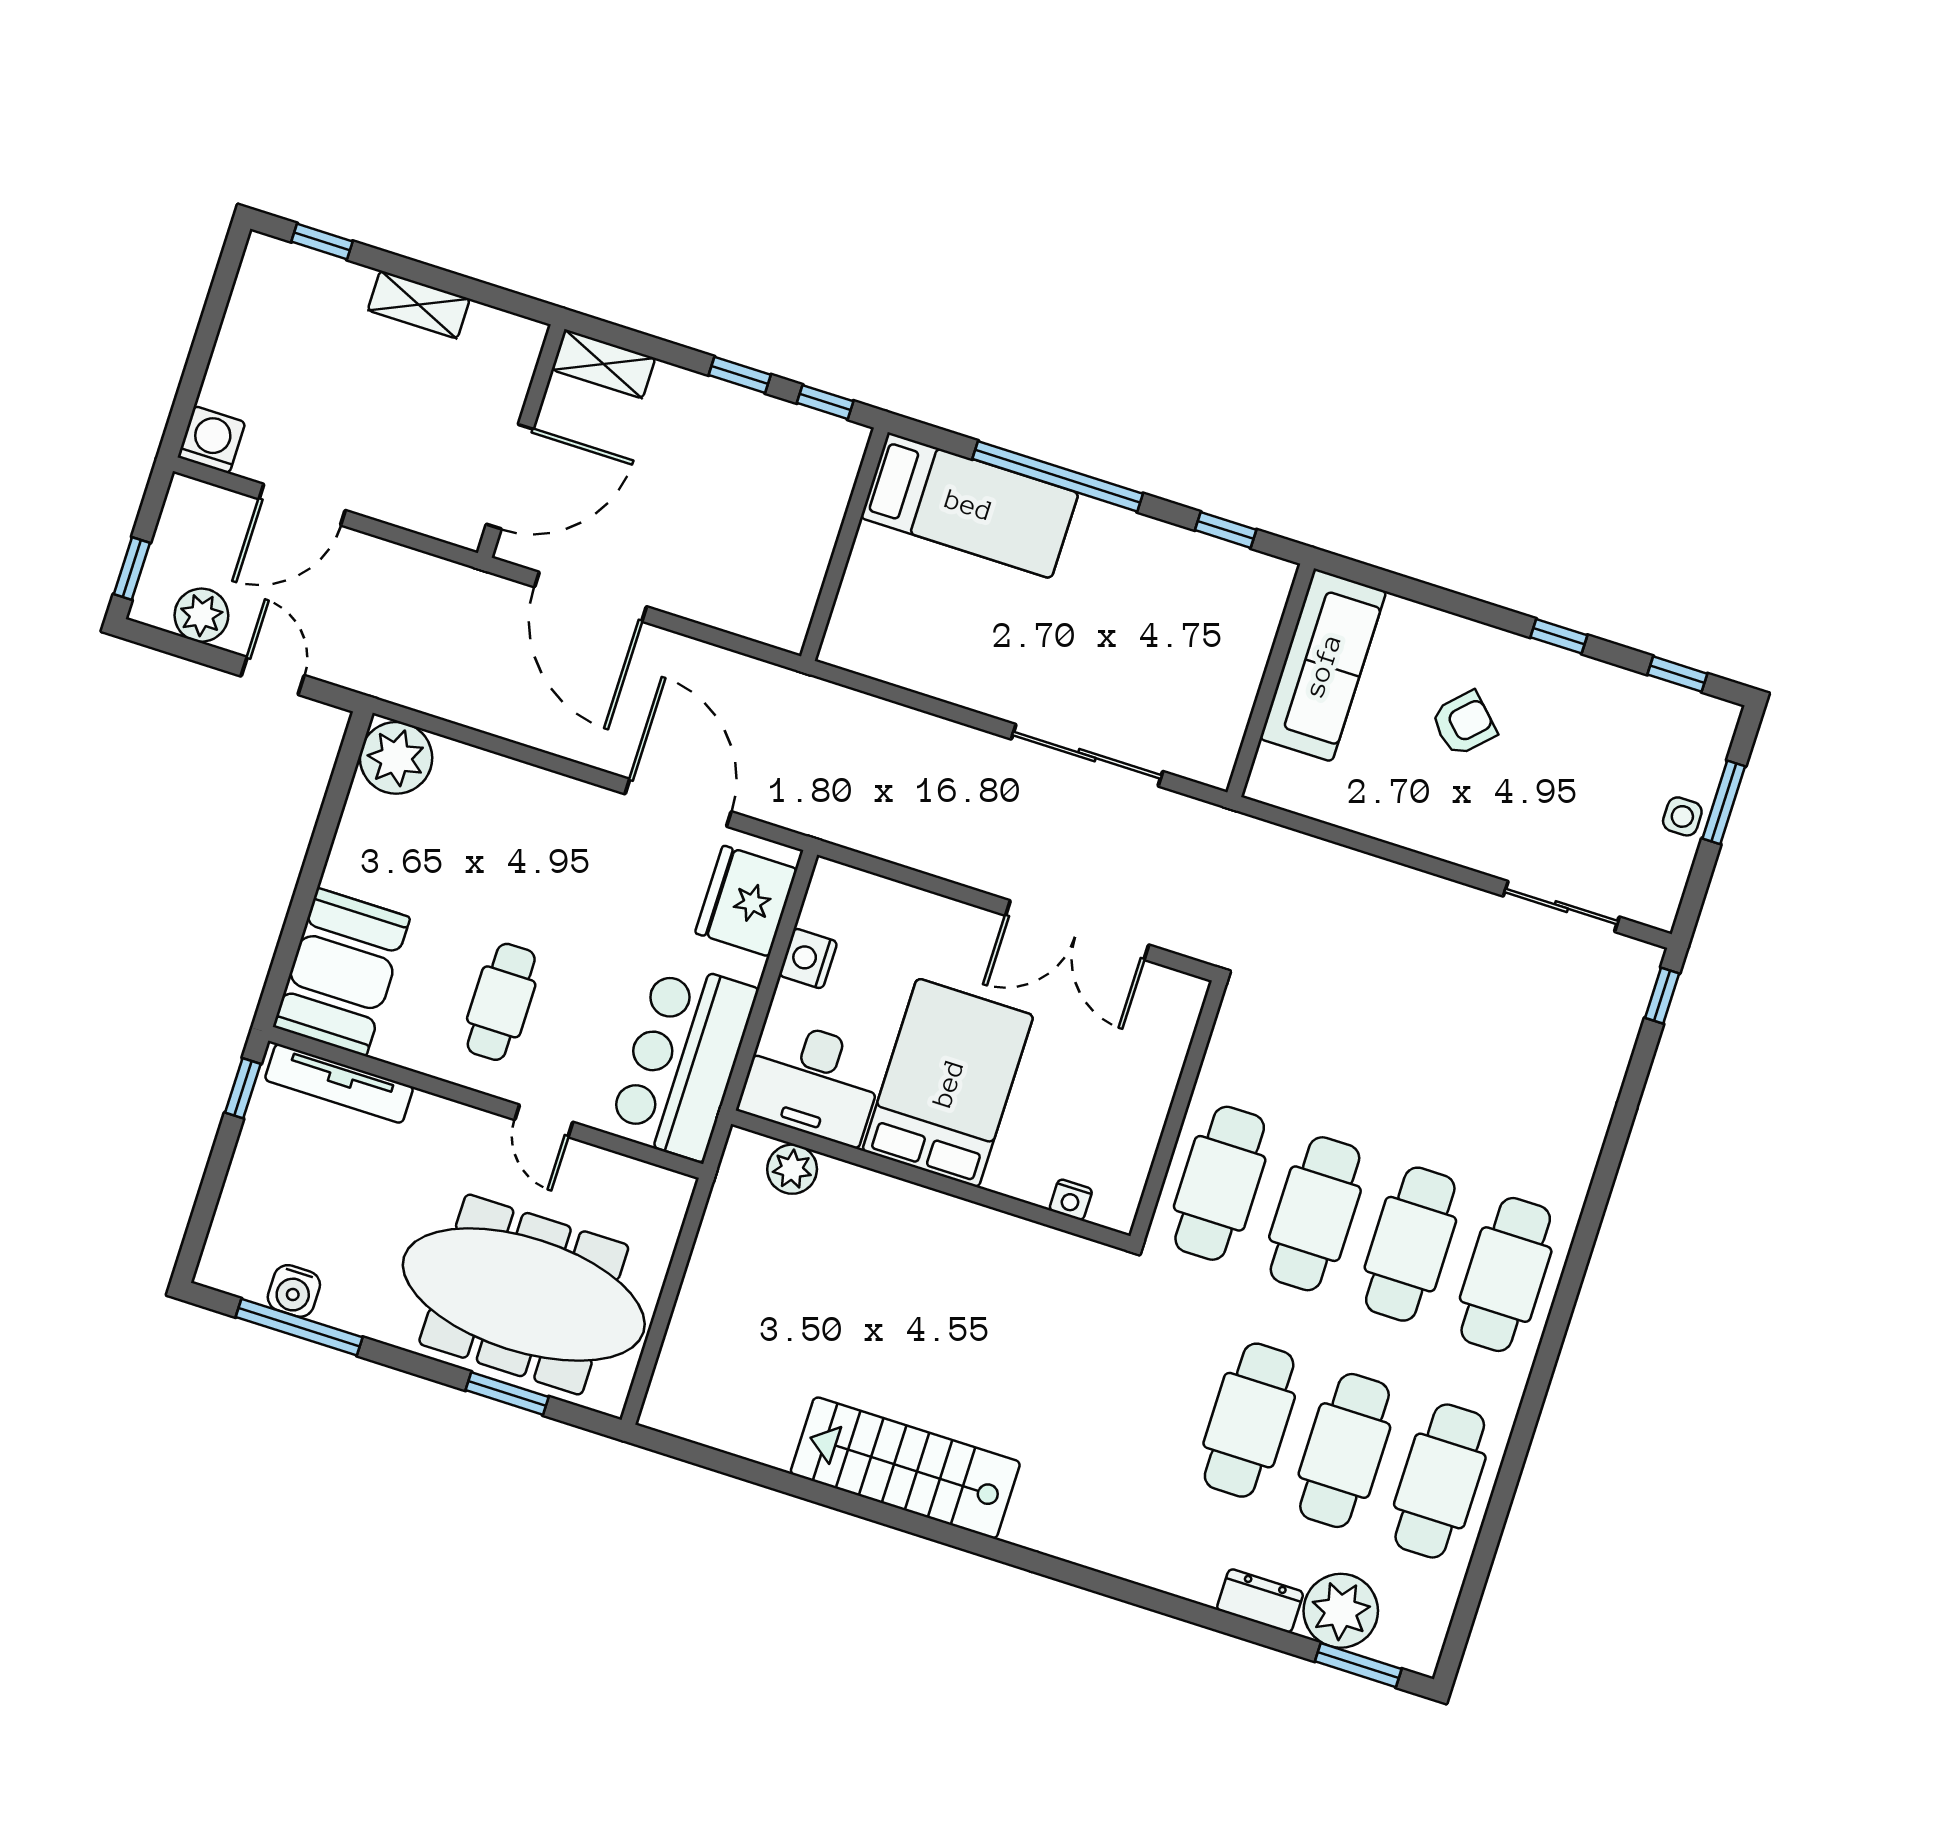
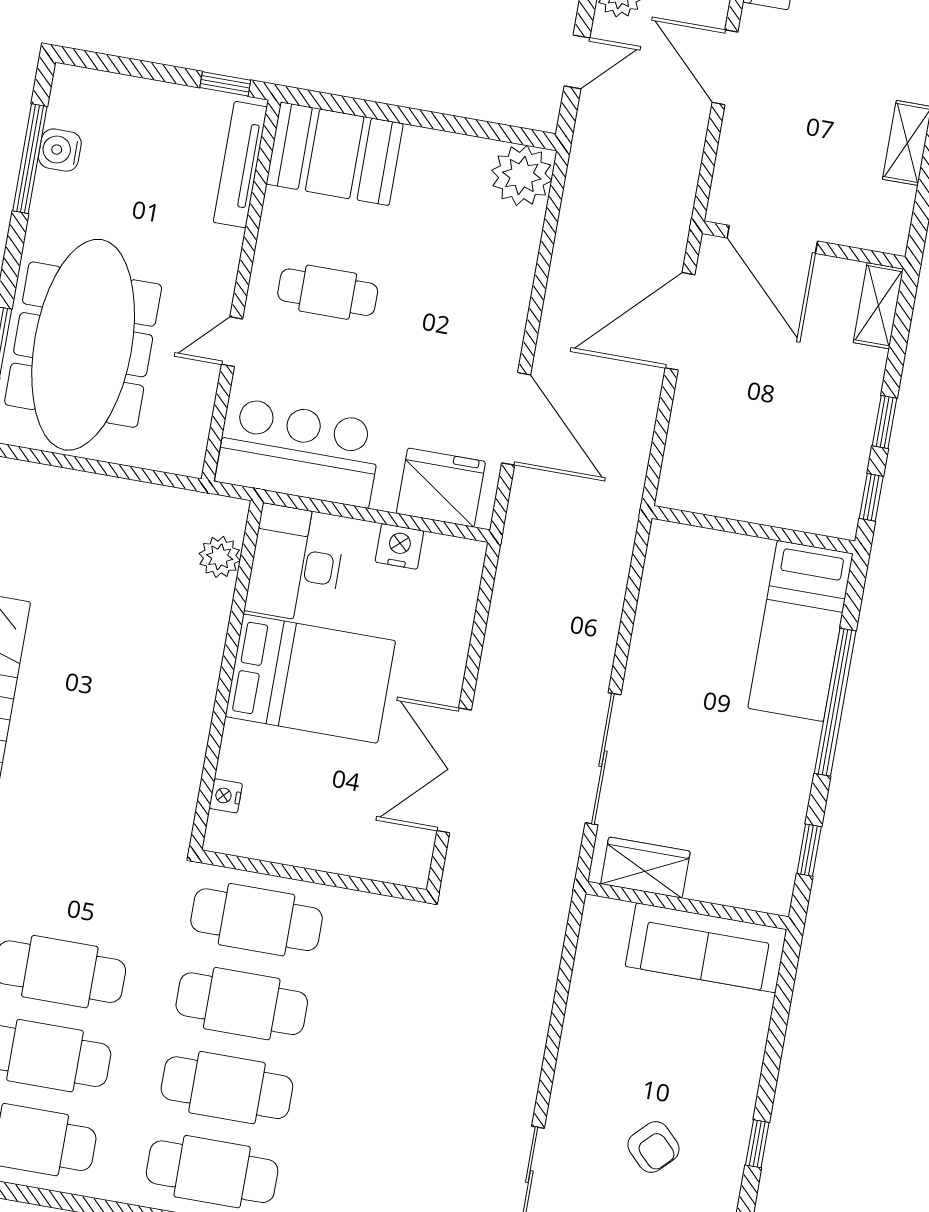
wardrobe: (1220, 723) -> (645, 868), added
armchair: (1464, 723) -> (653, 1147), moved
door: (678, 803) -> (516, 419), hinge flipped

